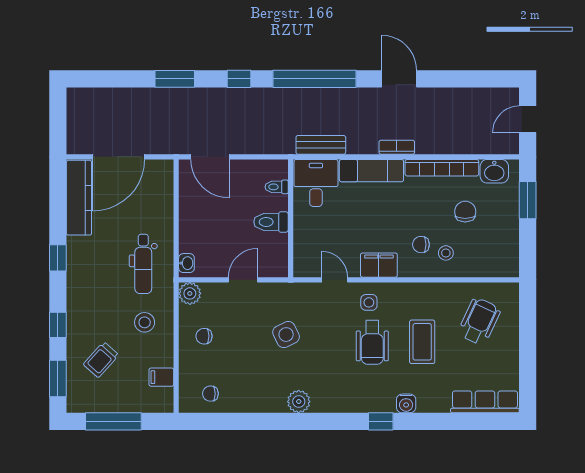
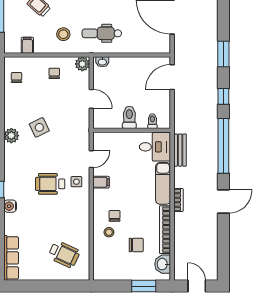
filing cabinet: (379, 265) -> (101, 182), width x0.50
side table: (286, 335) -> (39, 127), moved
coffee table: (422, 342) -> (51, 217), removed

